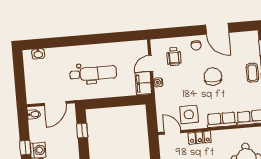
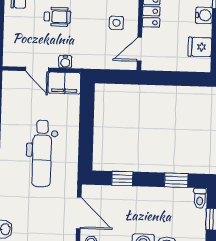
wheelchair: (174, 56) -> (57, 17), moved
dental chair: (93, 73) -> (42, 153), turned 180
side table: (189, 114) -> (116, 23), width x0.54, depth x0.54

